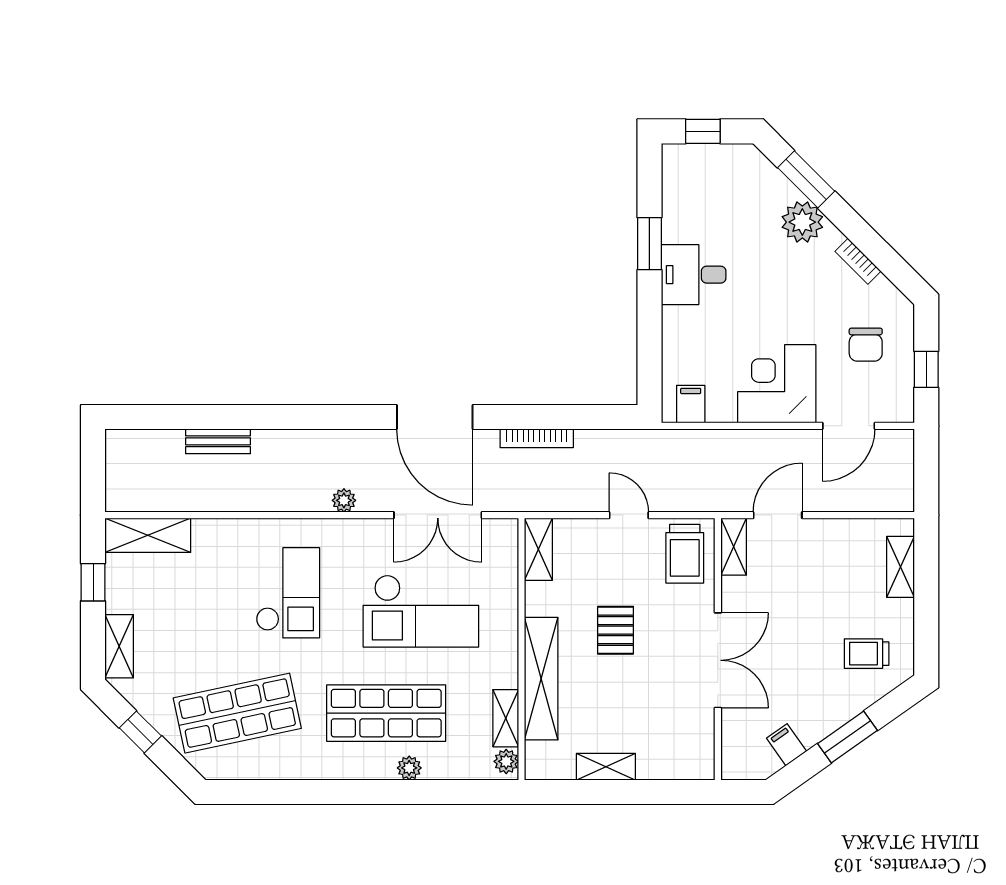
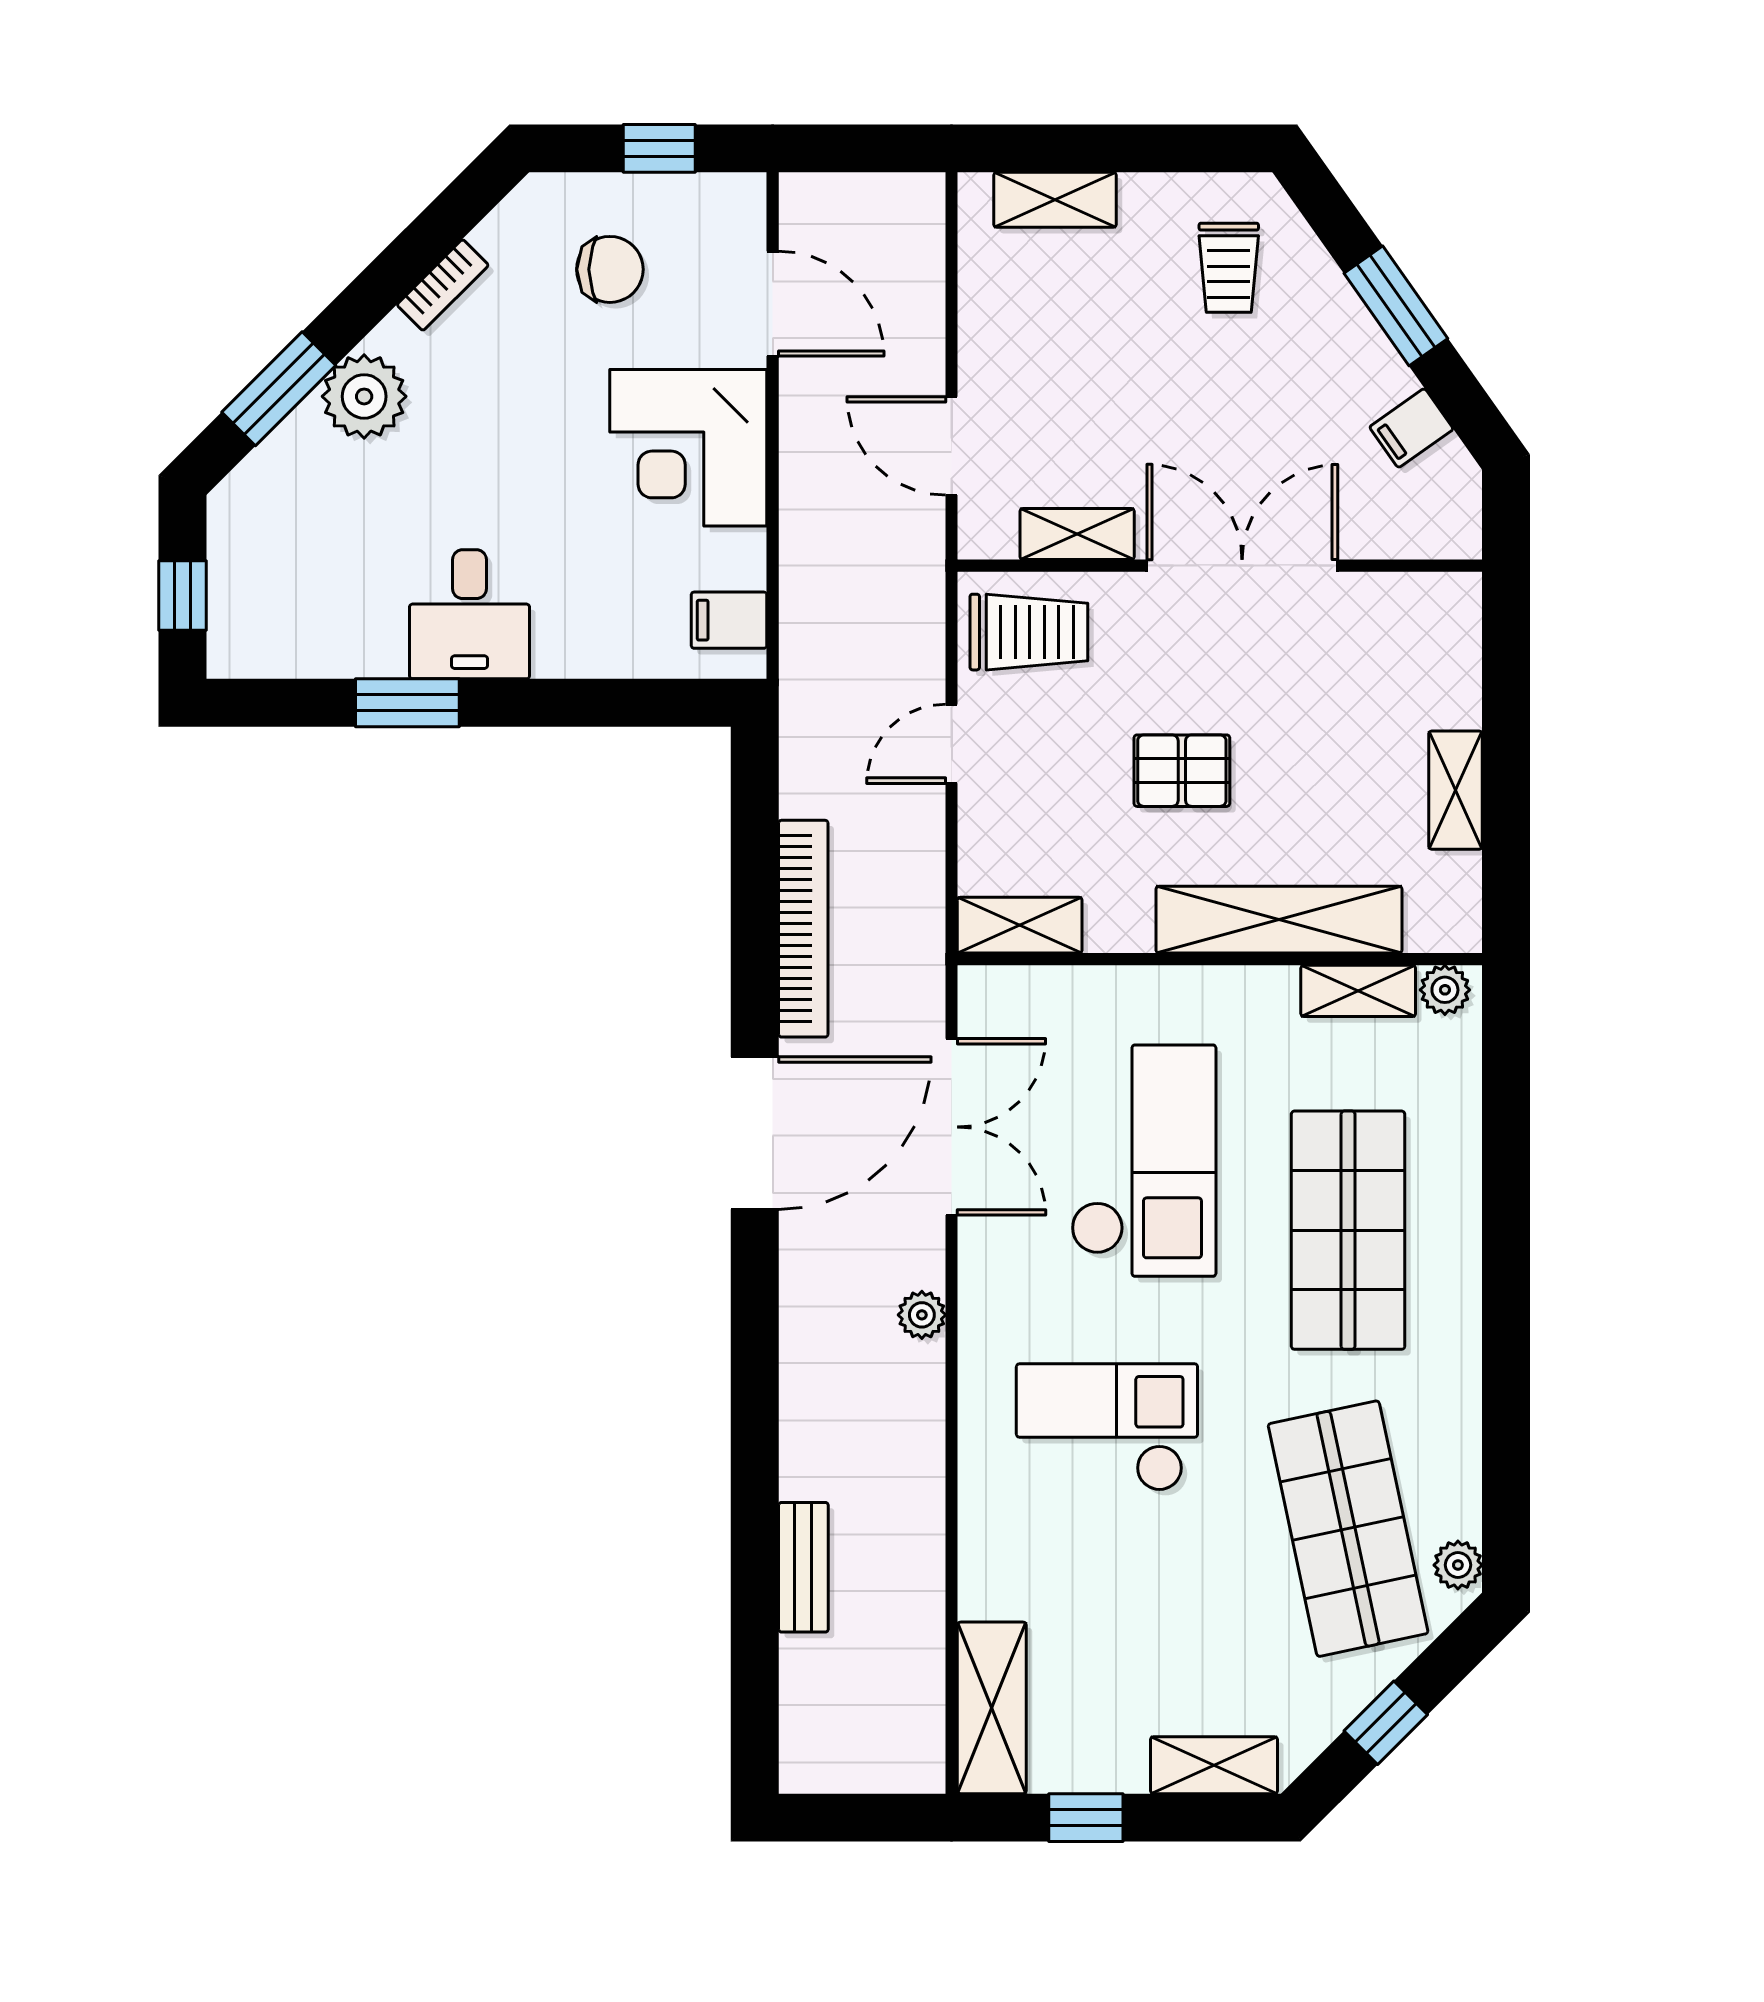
bookcase: (537, 438) -> (803, 929), width x1.48, depth x1.31
shelving: (734, 547) -> (1077, 534), moved
plant: (409, 768) -> (1458, 1565), moved

